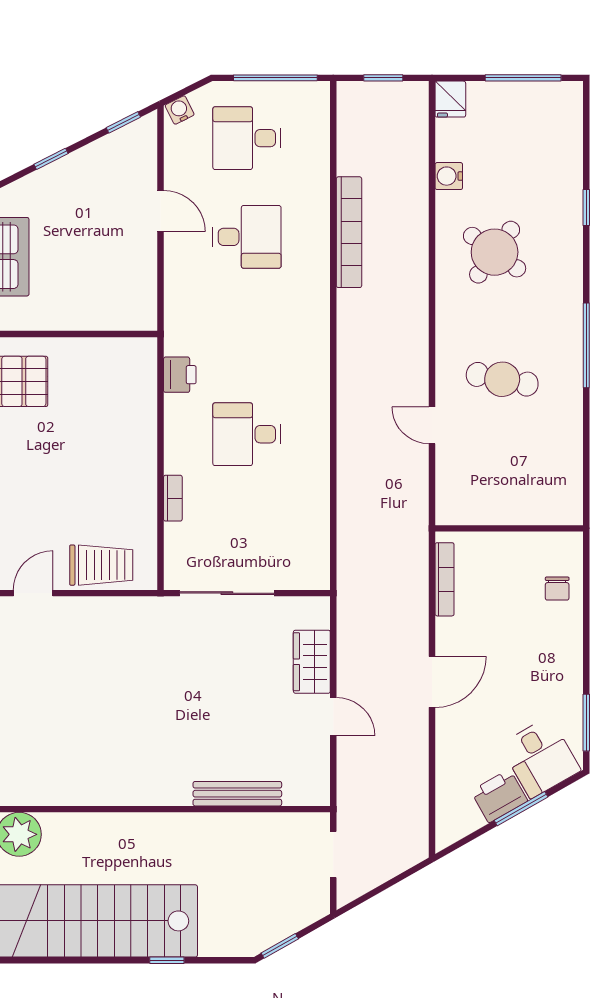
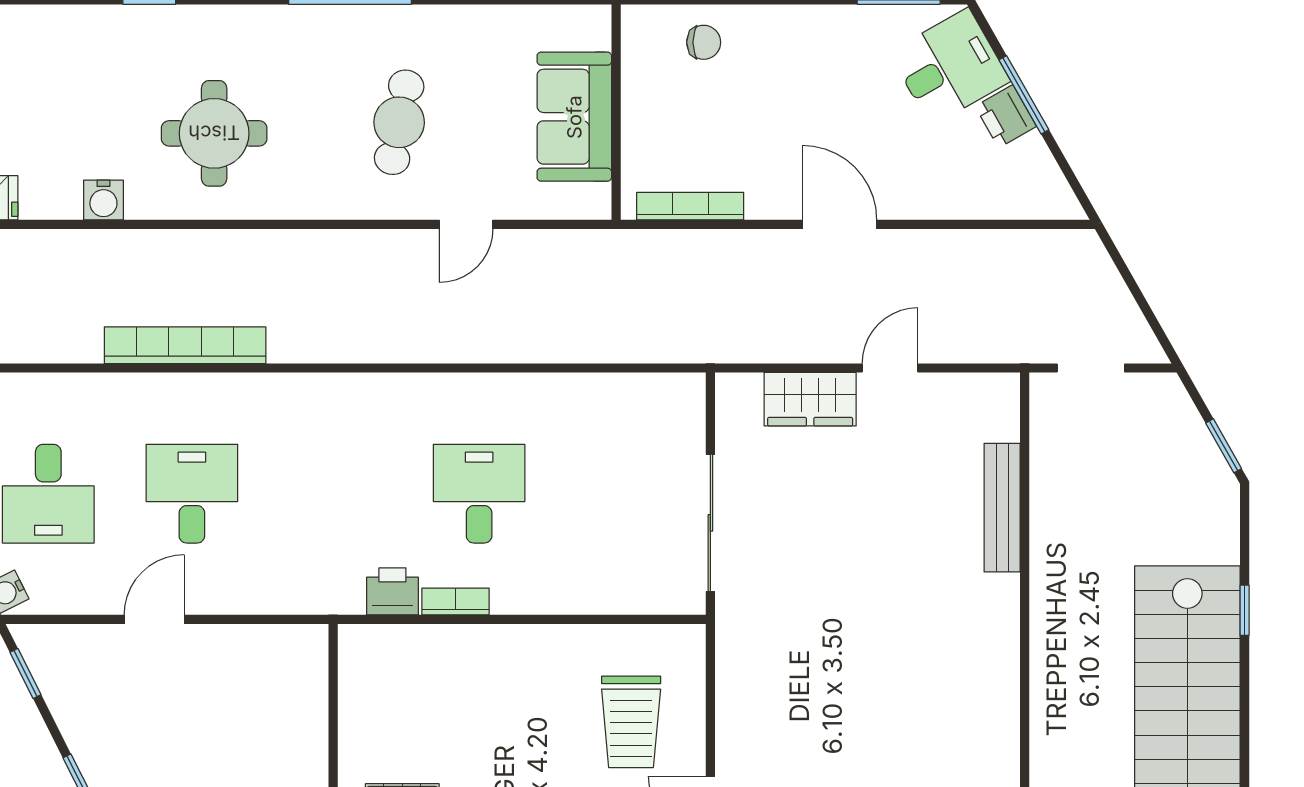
round table: (495, 252) -> (214, 133), turned -36
desk: (247, 434) -> (479, 494), turned 180
bookcase: (173, 498) -> (456, 601), moved
sofa: (506, 500) -> (574, 117), added
trolley: (101, 565) -> (631, 722), moved, turned 180
printer: (499, 796) -> (1006, 116), width x0.73, depth x0.81

